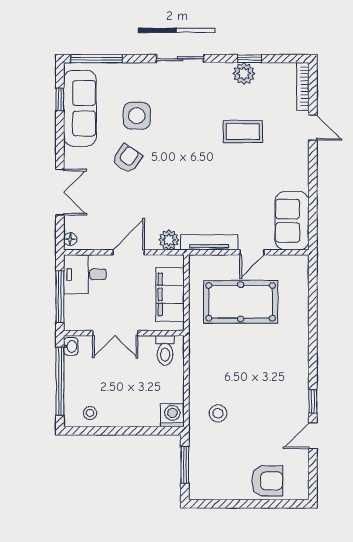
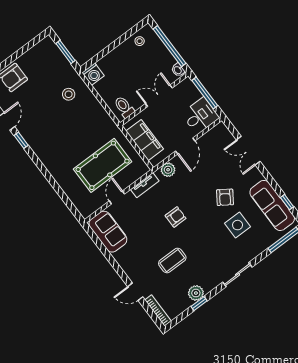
armchair: (201, 179) -> (176, 217), added
floor lamp: (70, 239) -> (223, 129), removed
tv unit: (209, 242) -> (145, 185), width x0.71

